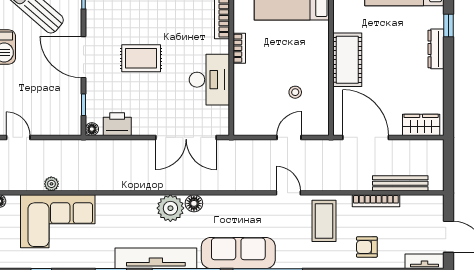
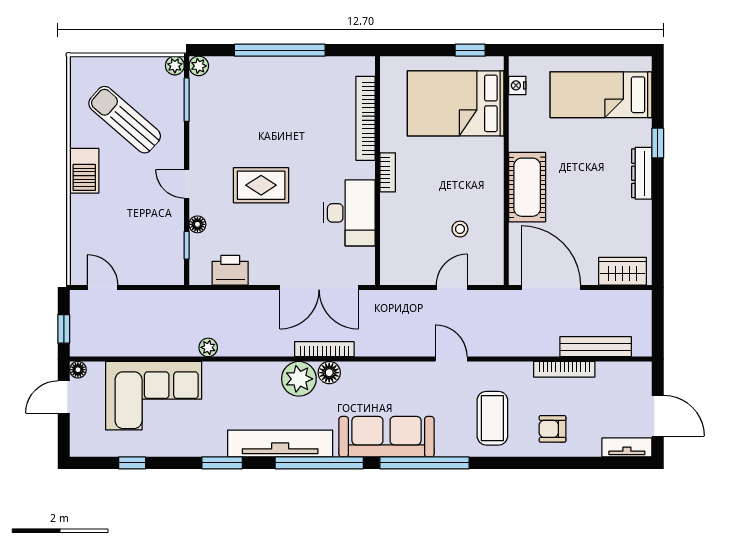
door: (83, 57) -> (187, 184), width x0.53
floor lamp: (92, 129) -> (197, 224), moved
plant: (51, 184) -> (208, 347), moved
bookcase: (190, 185) -> (324, 349), added
coffee table: (324, 221) -> (492, 418), moved

